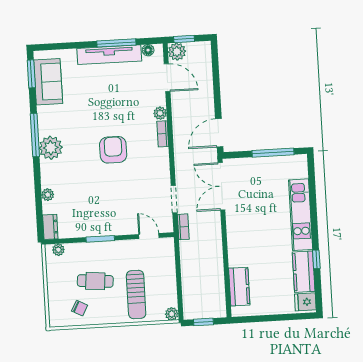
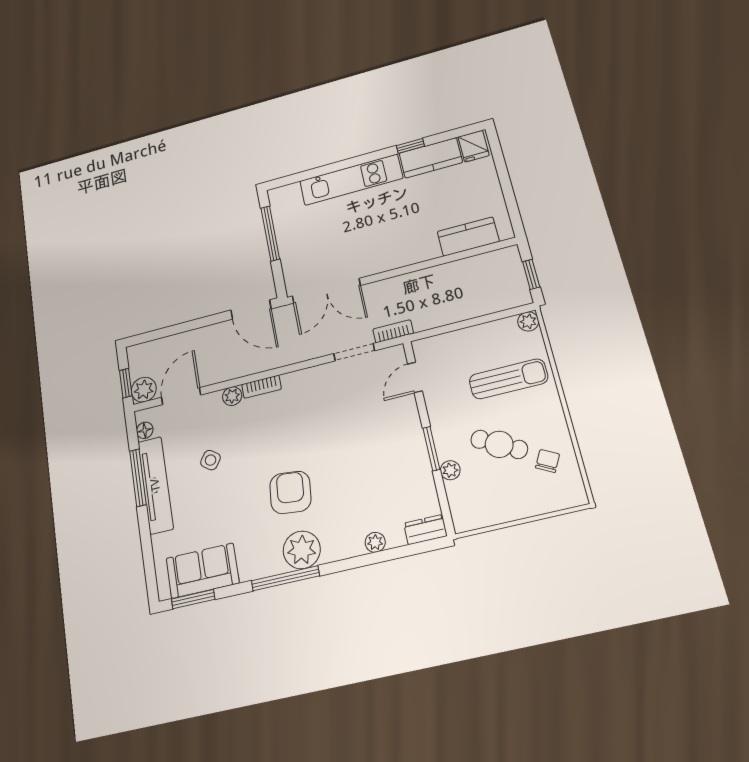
side table: (119, 94) -> (210, 460), added
armchair: (113, 150) -> (290, 492), moved, turned 96
plant: (58, 250) -> (450, 470), moved
cafe table: (95, 281) -> (499, 444), turned -66

